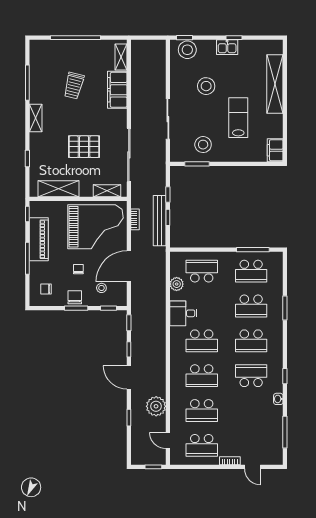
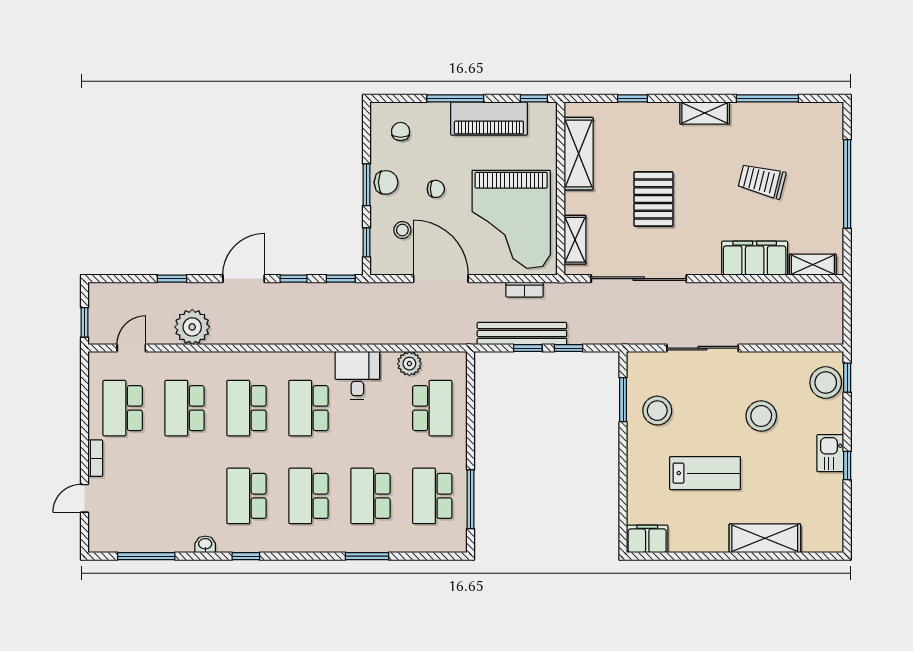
shelving: (275, 84) -> (765, 538), width x0.68
school desk: (251, 376) -> (247, 496), turned 180

